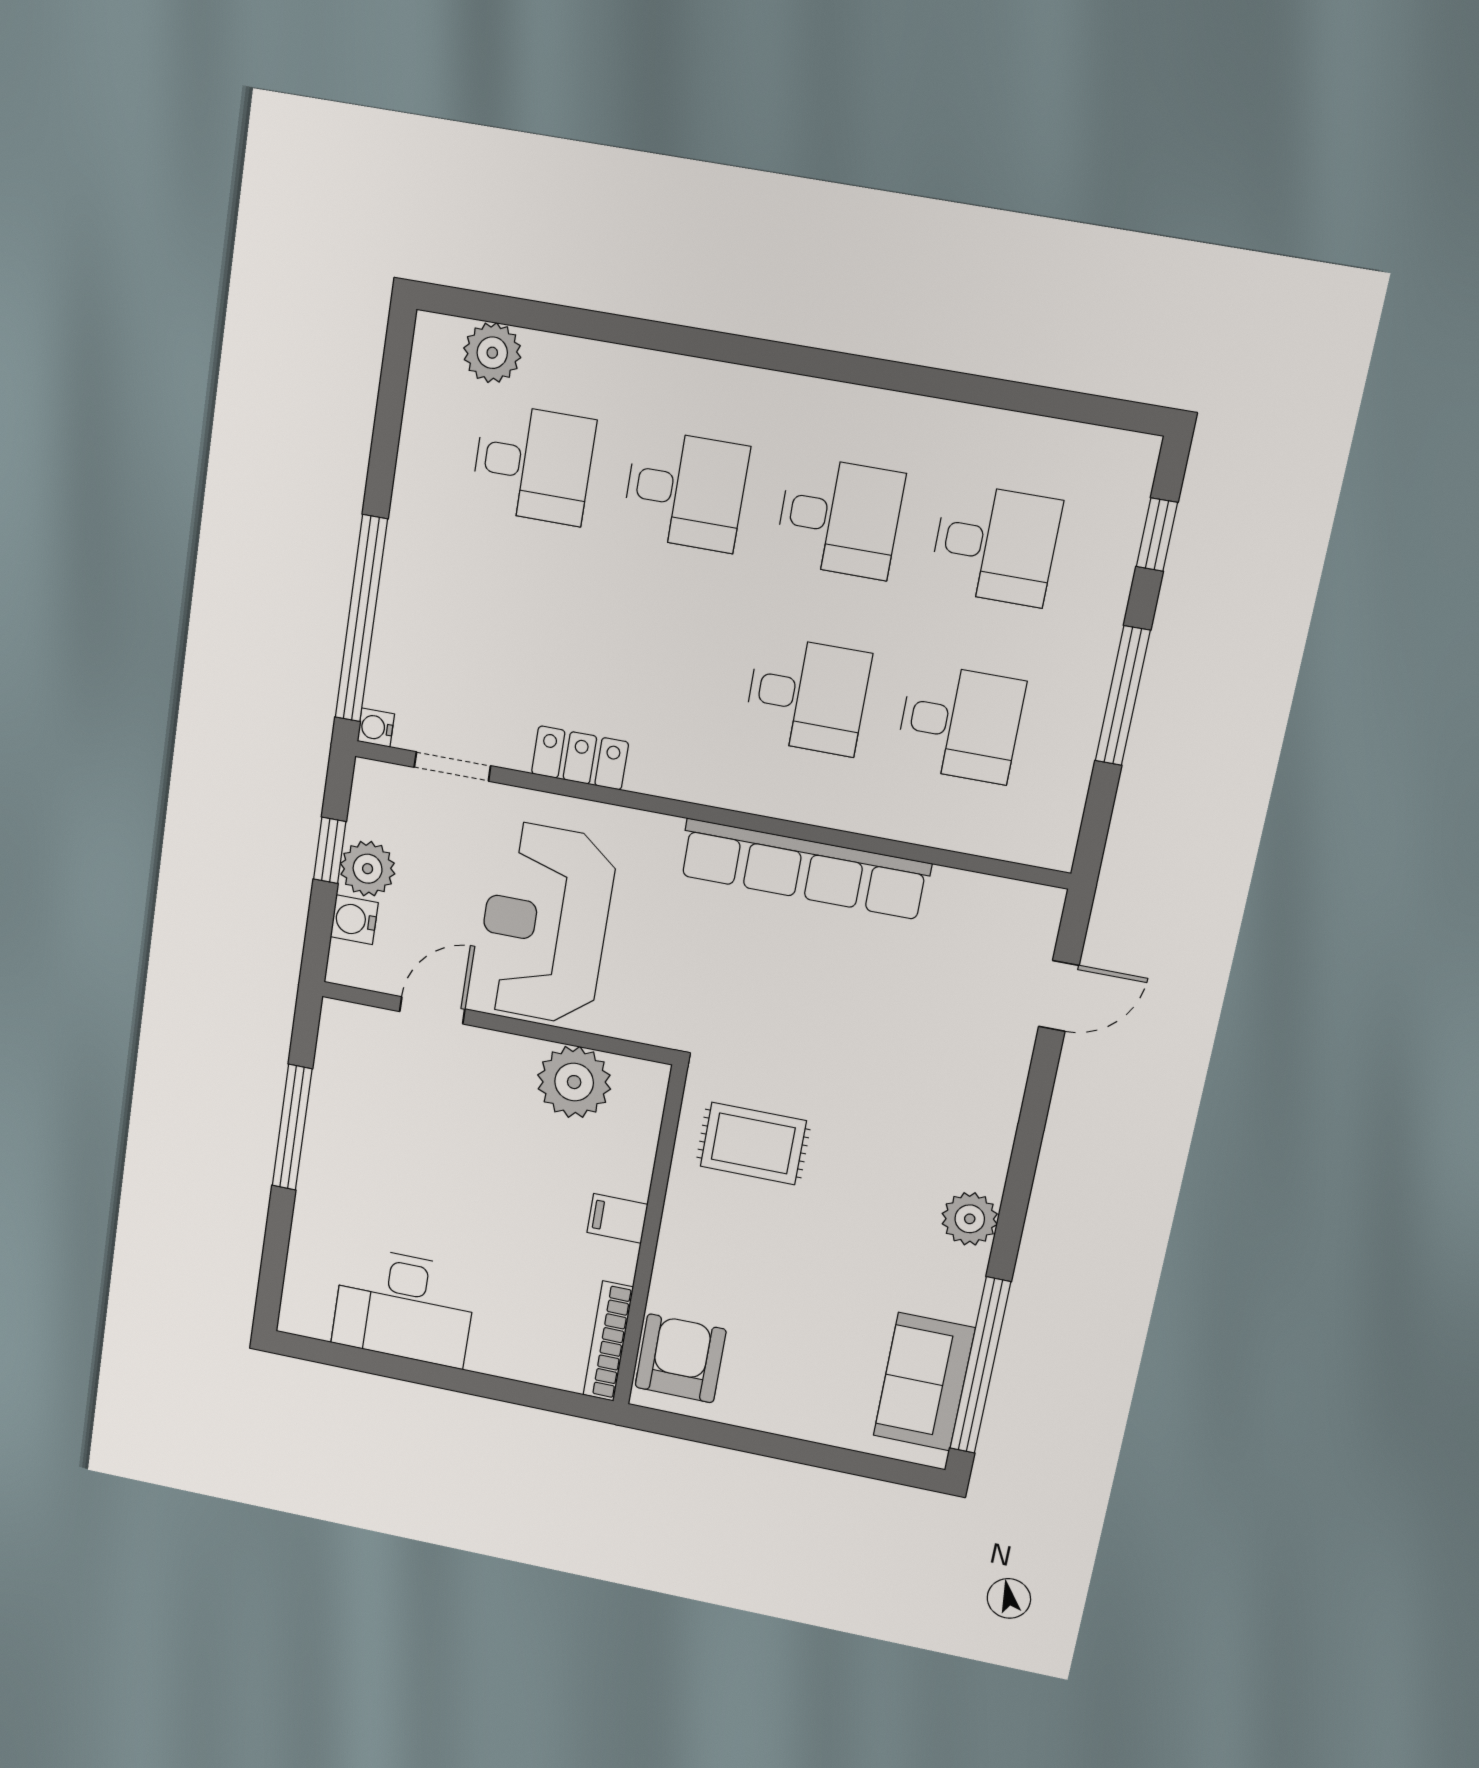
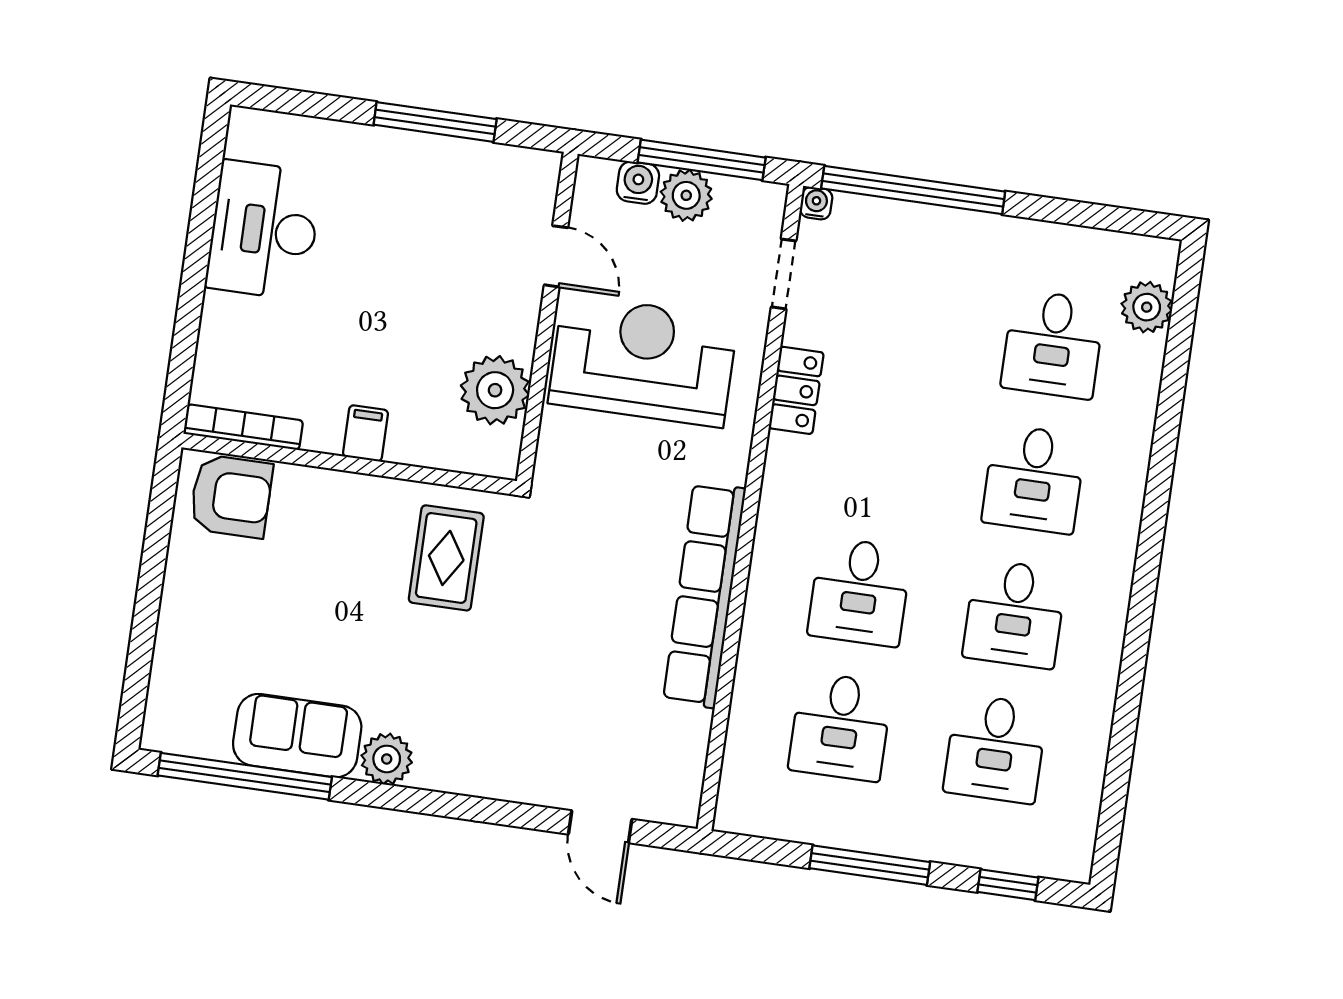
window: (330, 850) -> (702, 160), width x2.17
sofa: (924, 1382) -> (297, 736), moved

